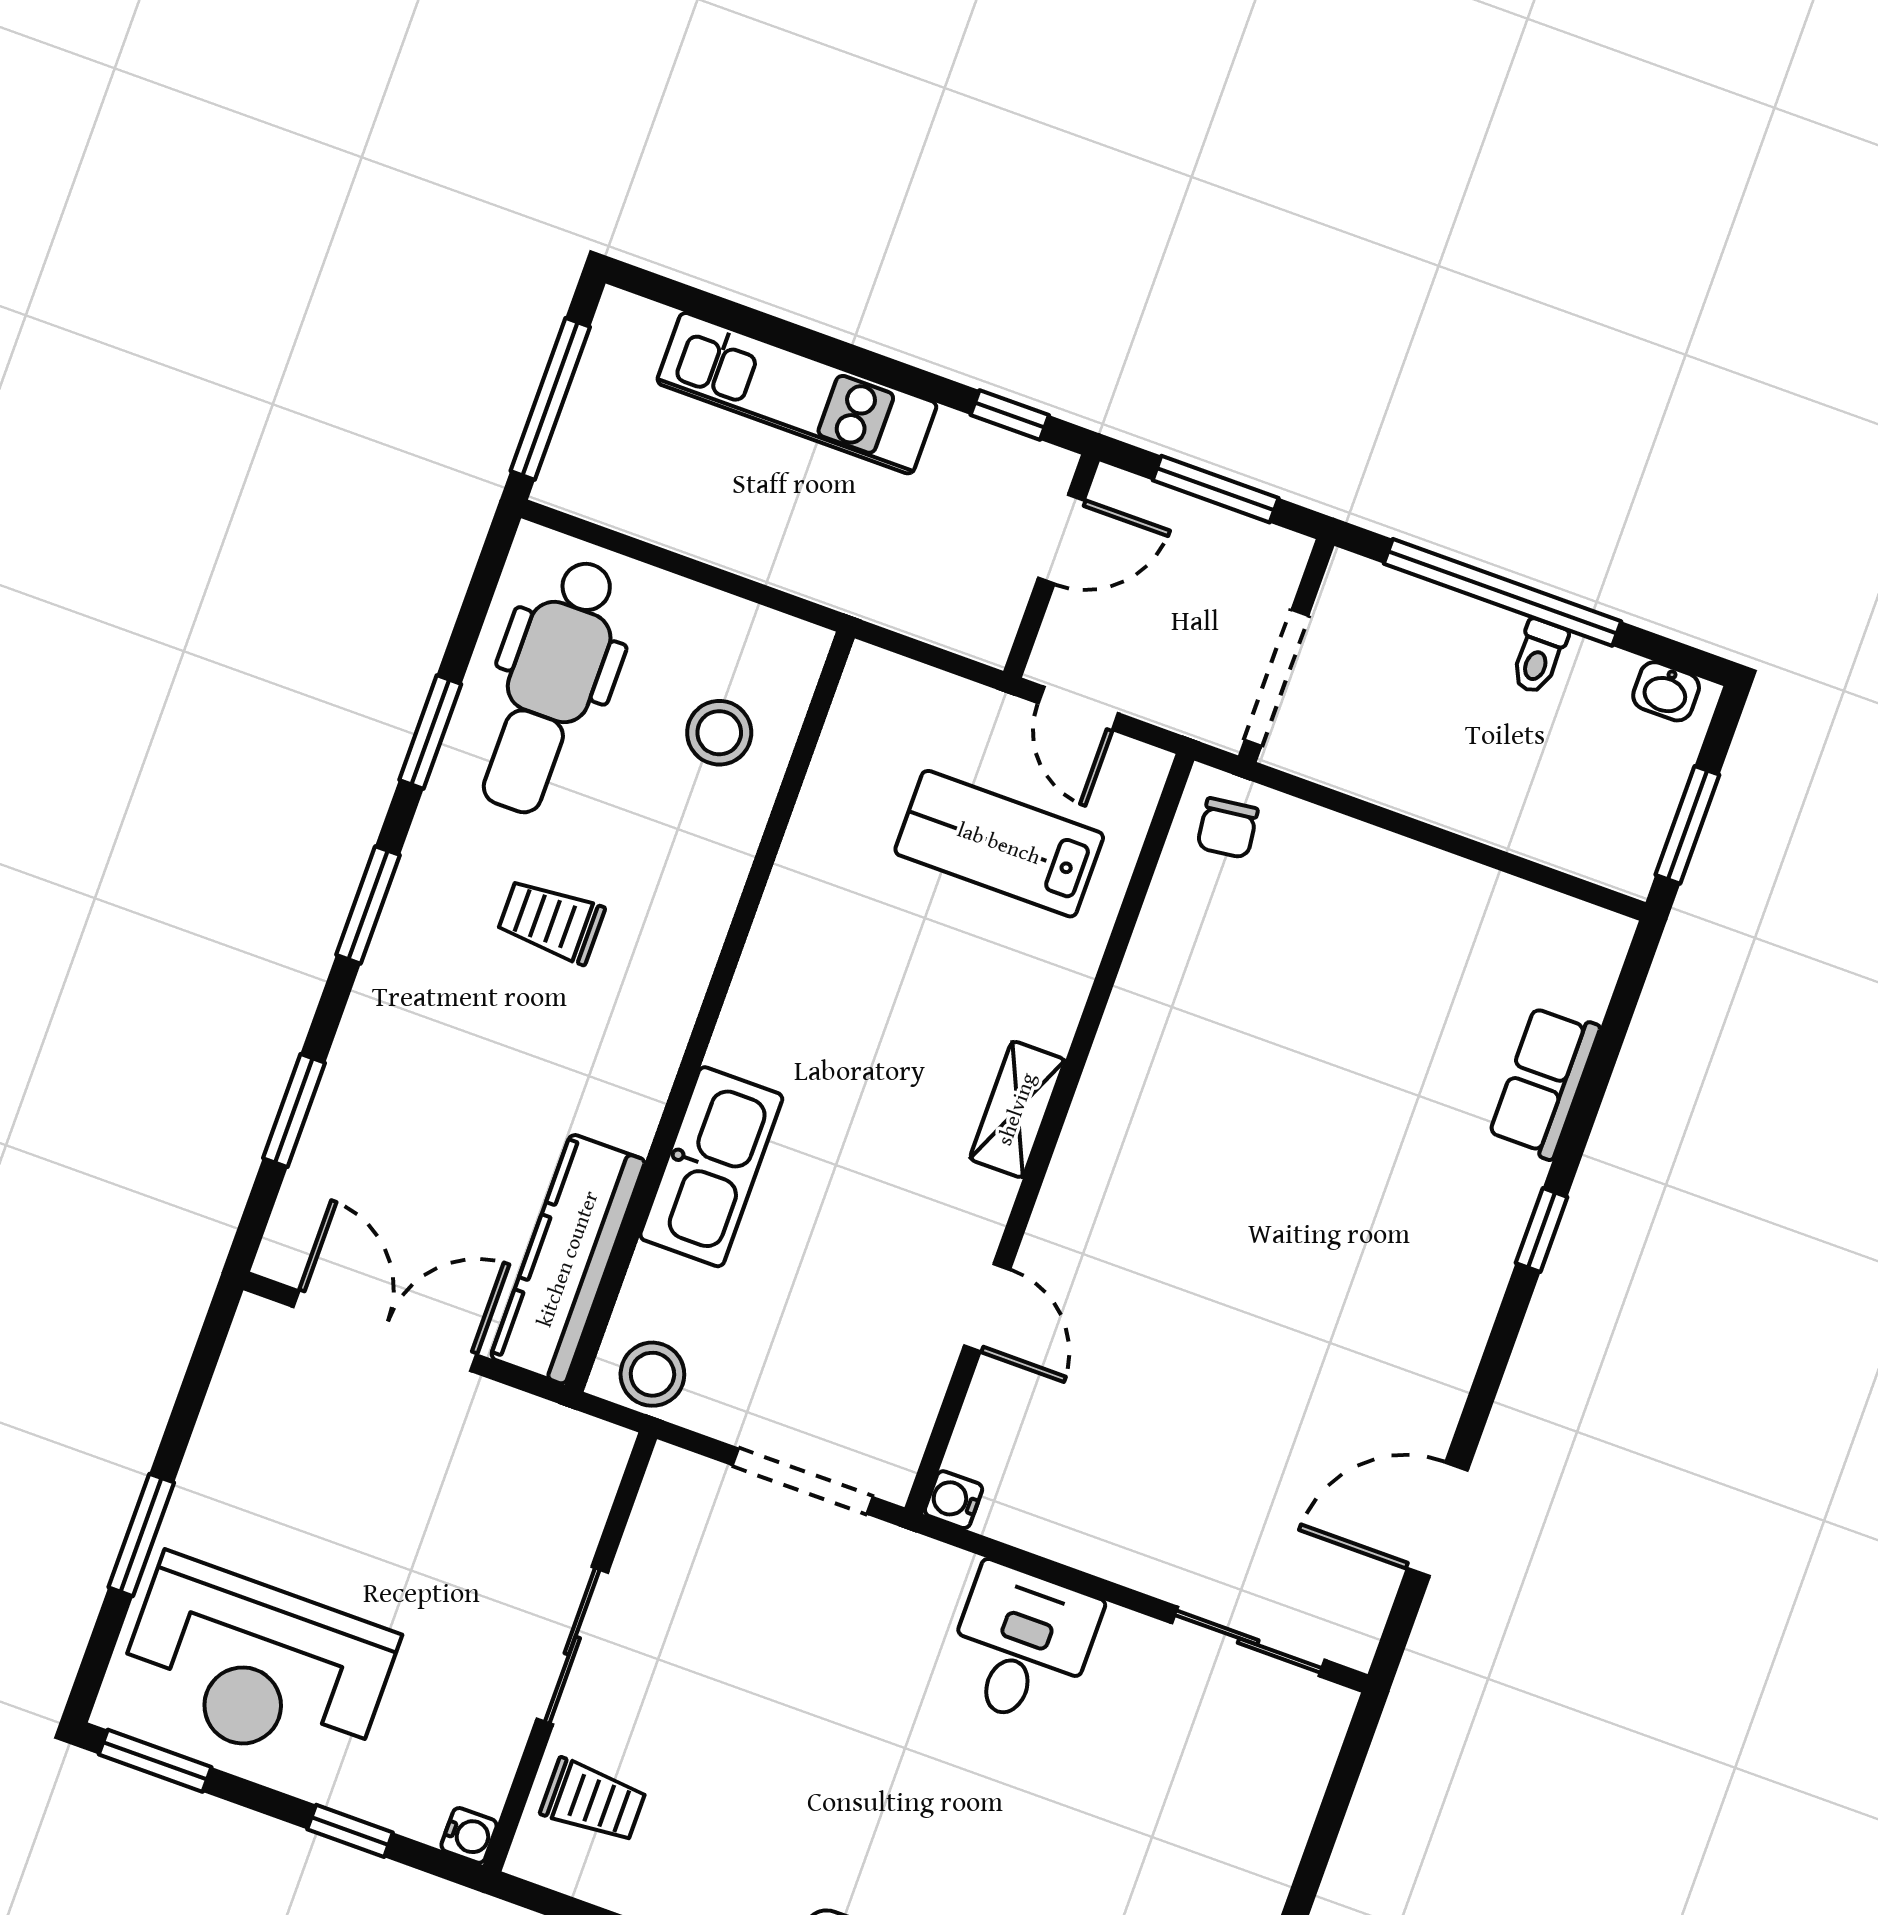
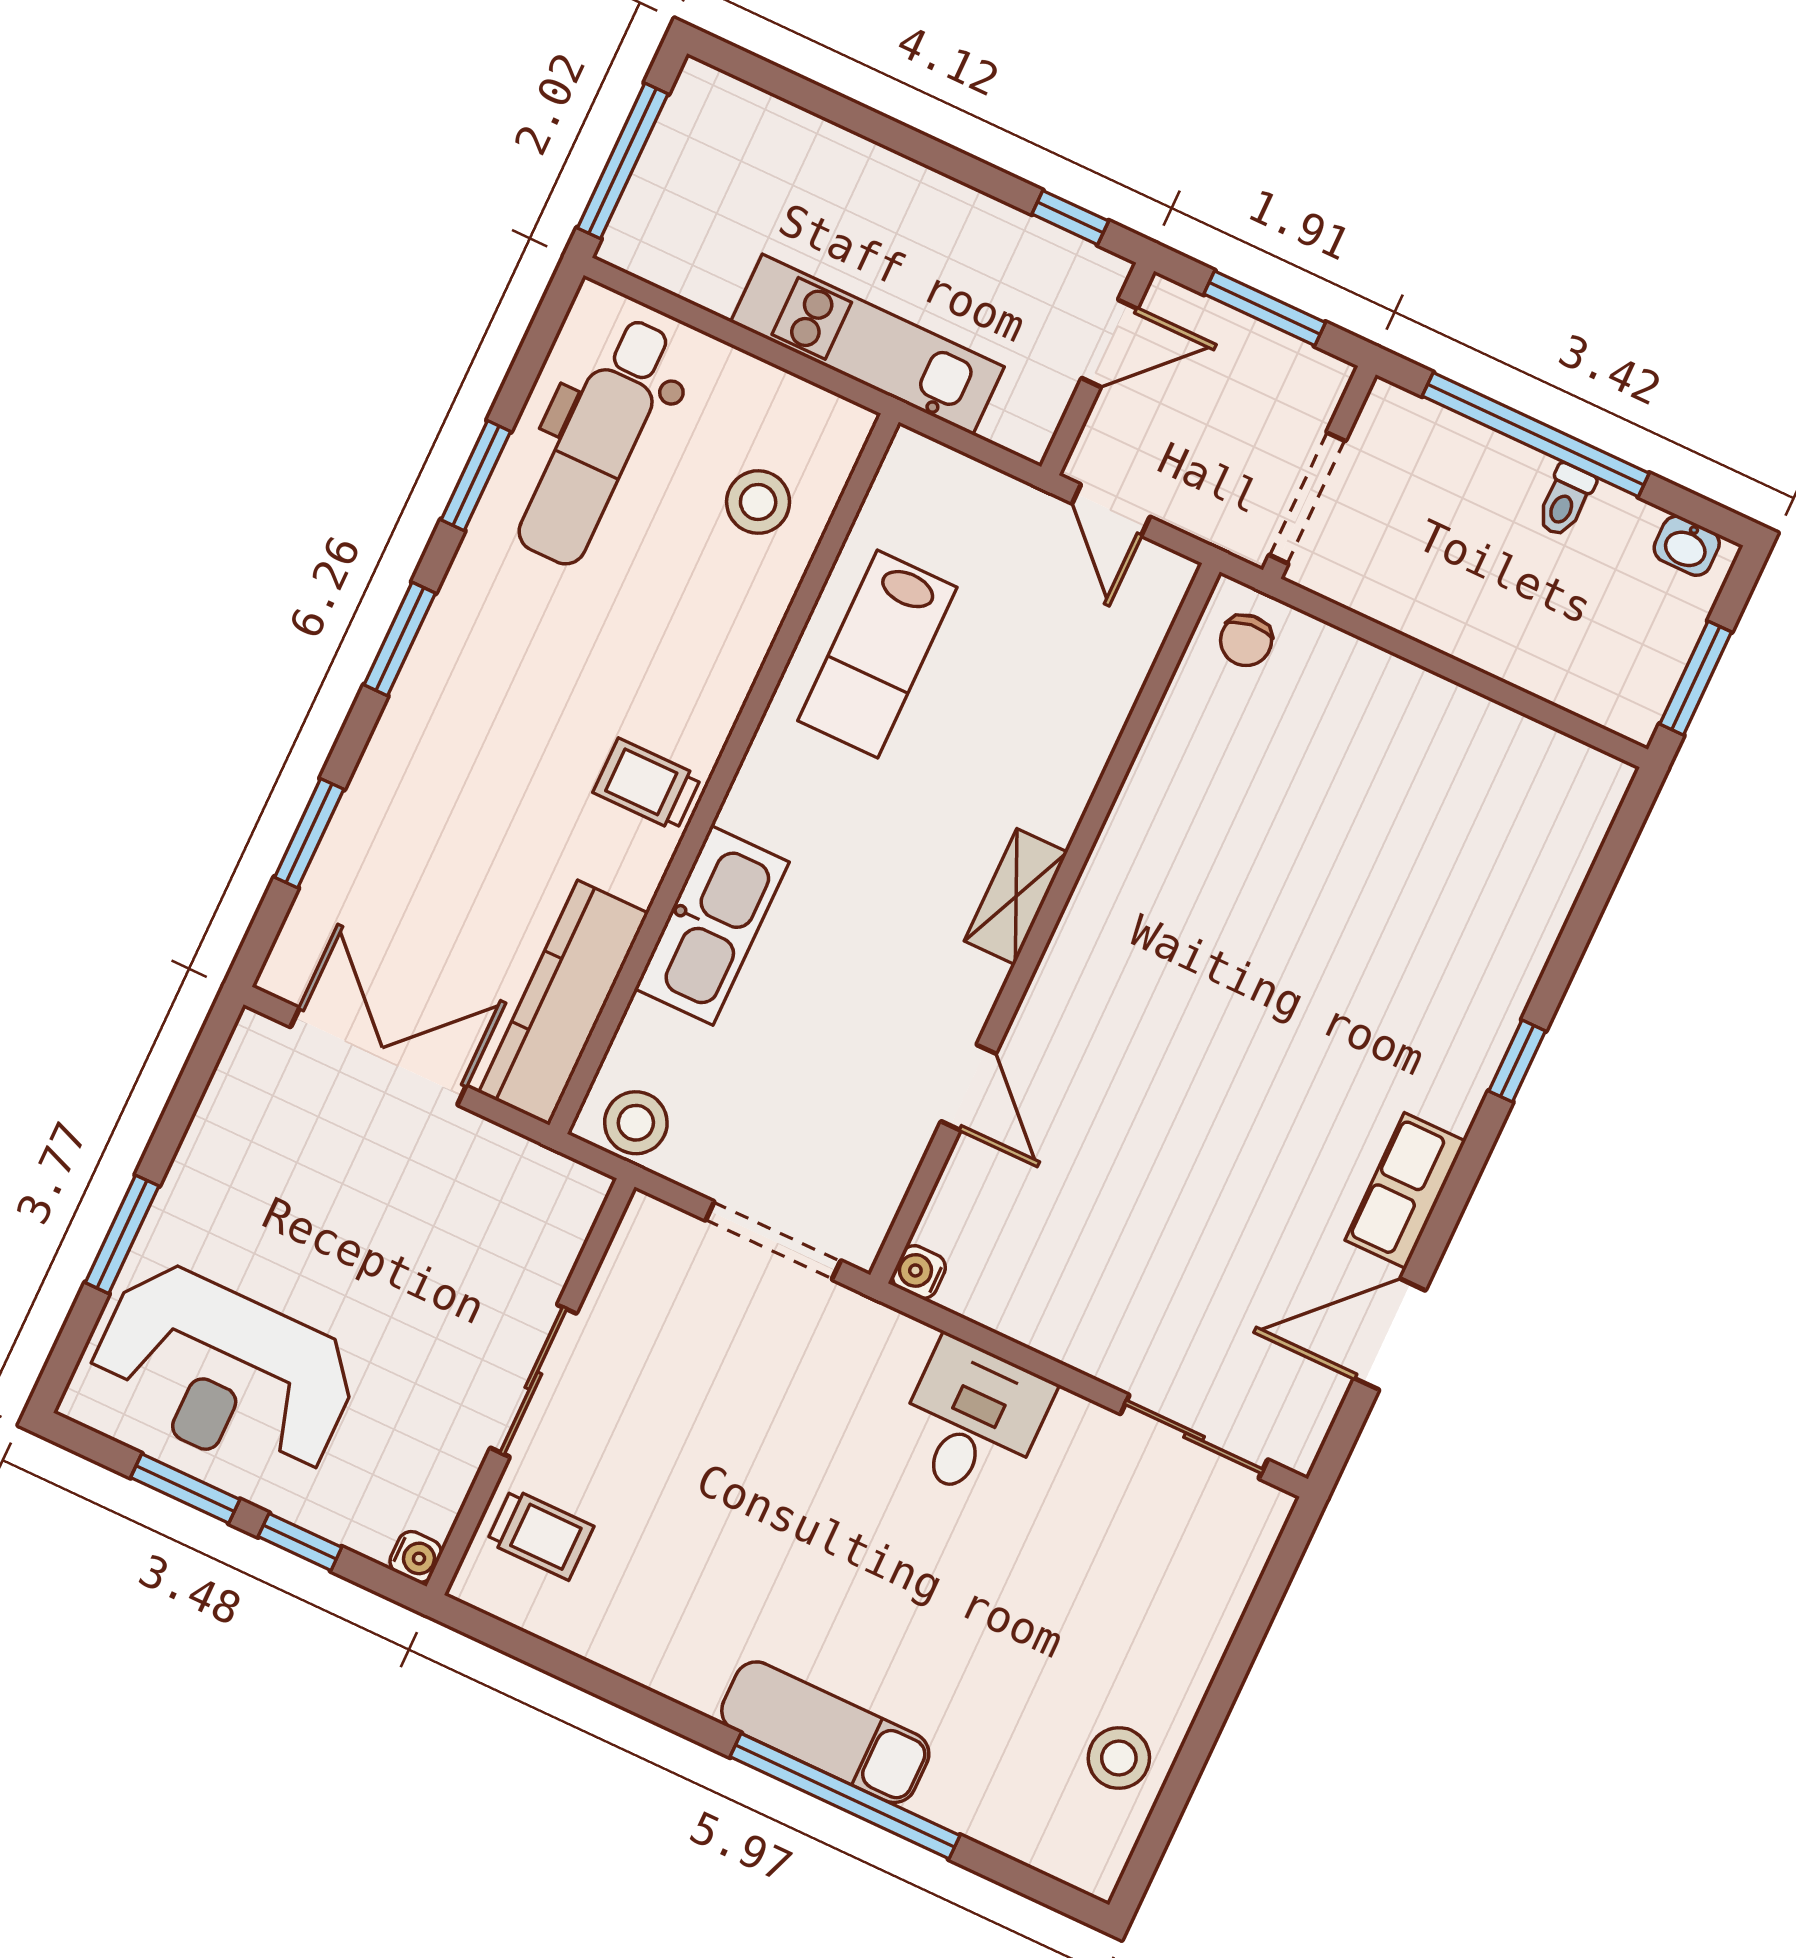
kitchen unit: (797, 393) -> (867, 344), moved, turned 180
lab bench: (999, 844) -> (877, 654), moved, turned -90
trolley: (551, 921) -> (647, 785), moved
row of seats: (1544, 1082) -> (1405, 1191), moved
window: (155, 1761) -> (185, 1489), moved

